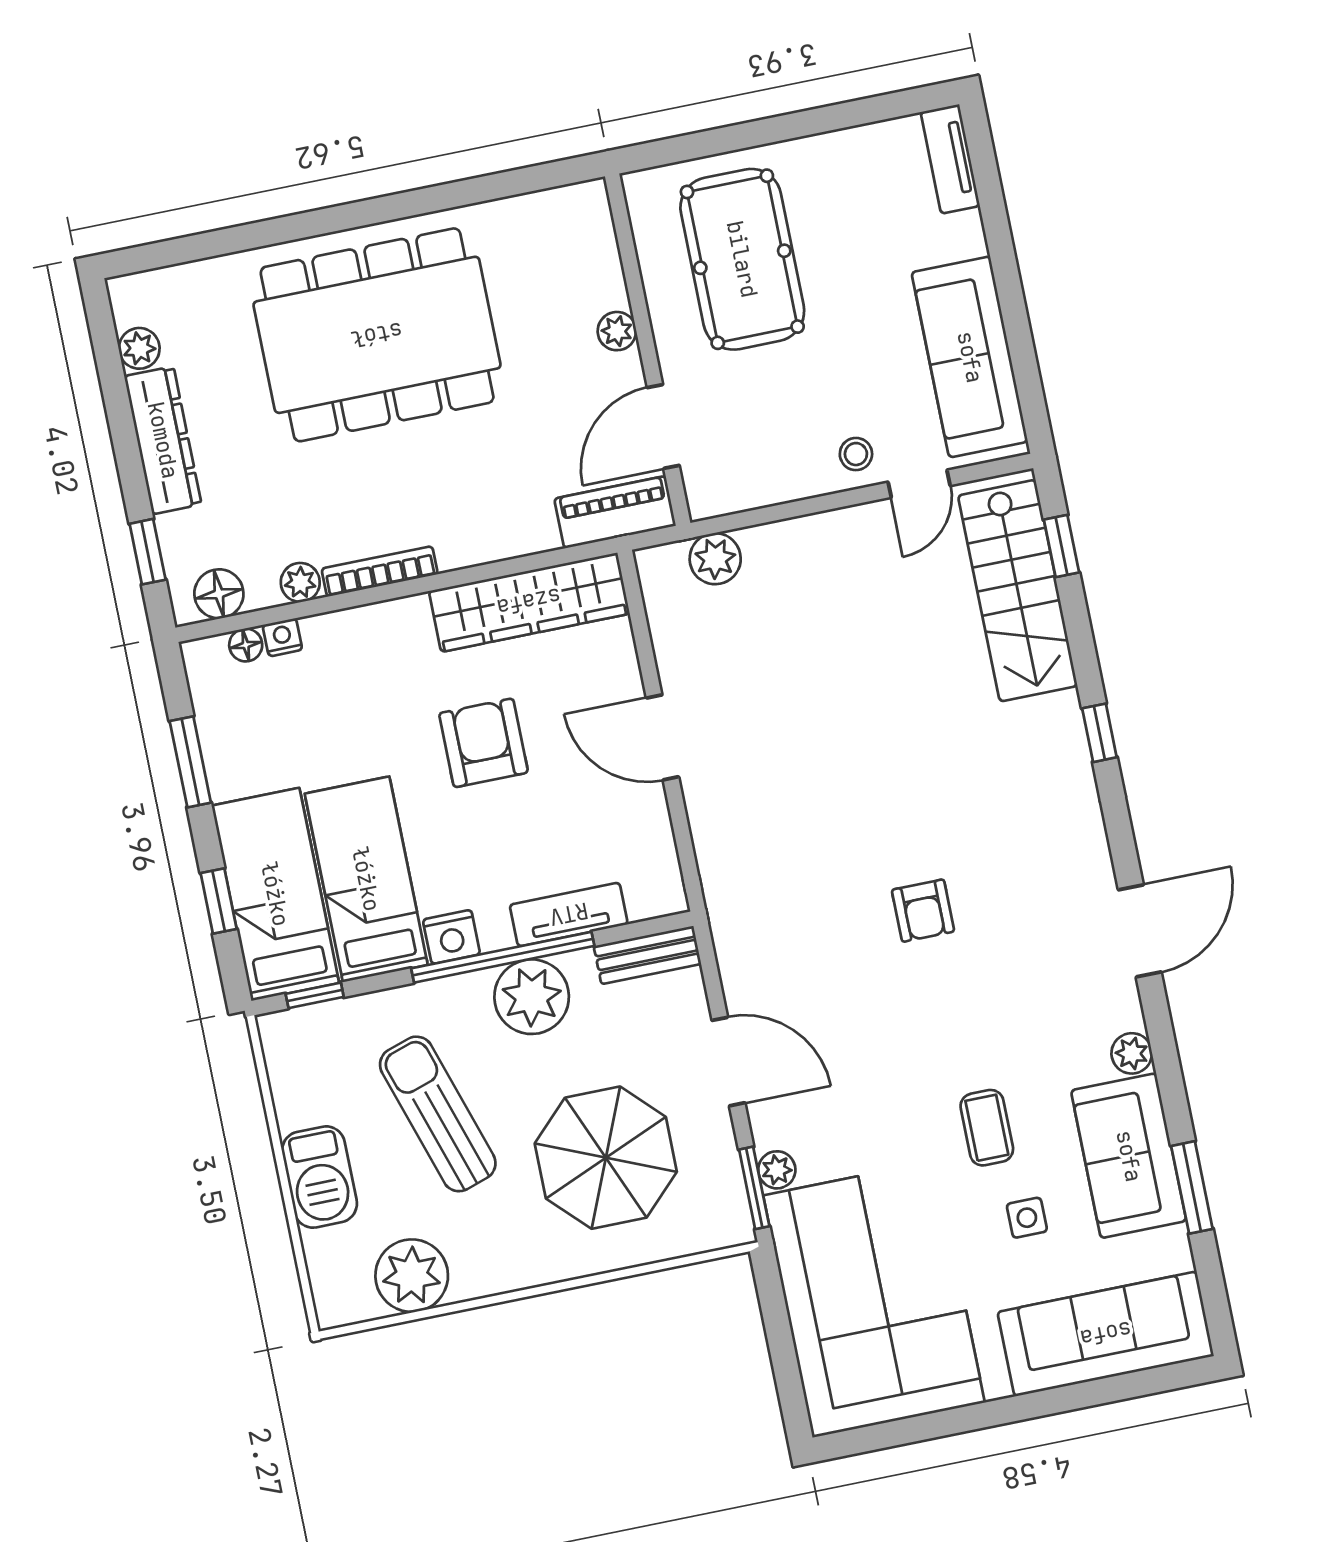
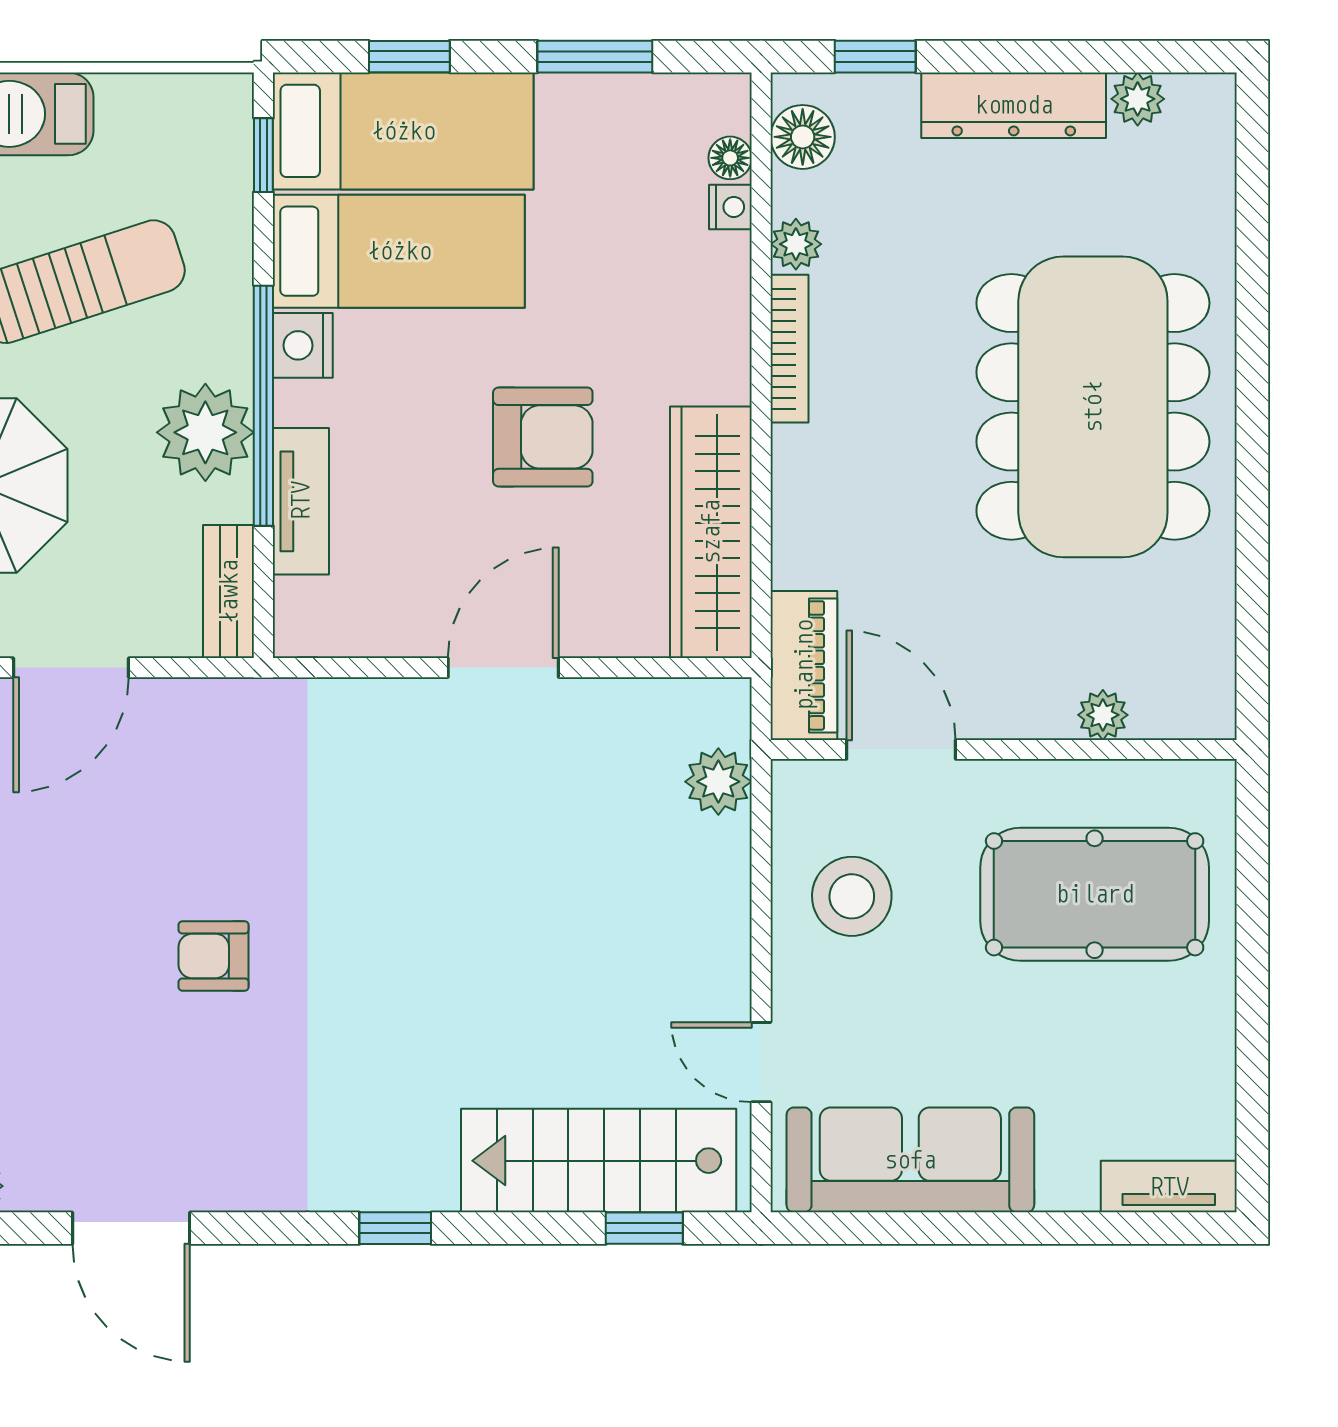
plant: (617, 331) -> (1103, 715), moved
stool: (856, 454) -> (852, 896), moved, width x1.89, depth x1.89

